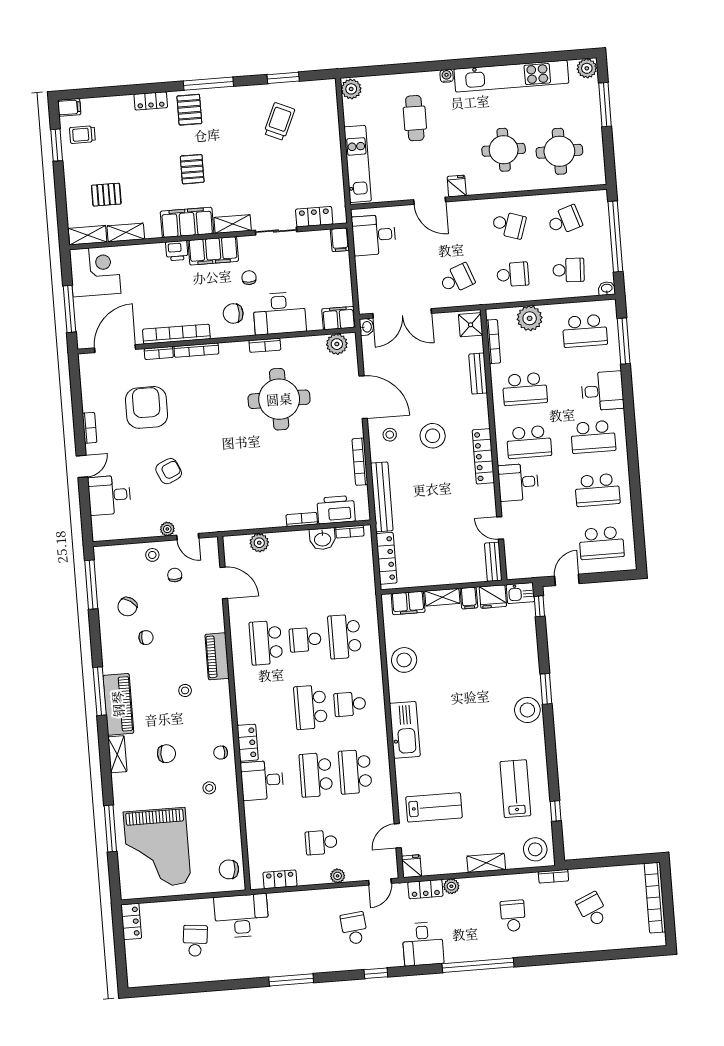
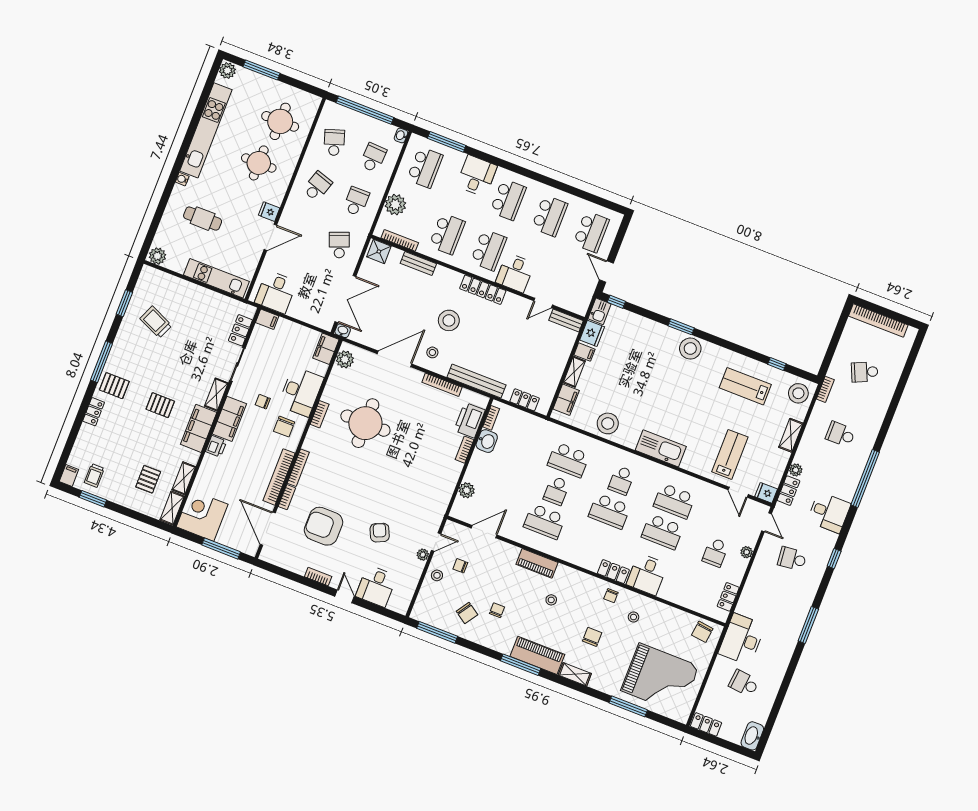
locker: (386, 558) -> (525, 400), width x0.66
washbasin: (143, 977) -> (752, 736), added

